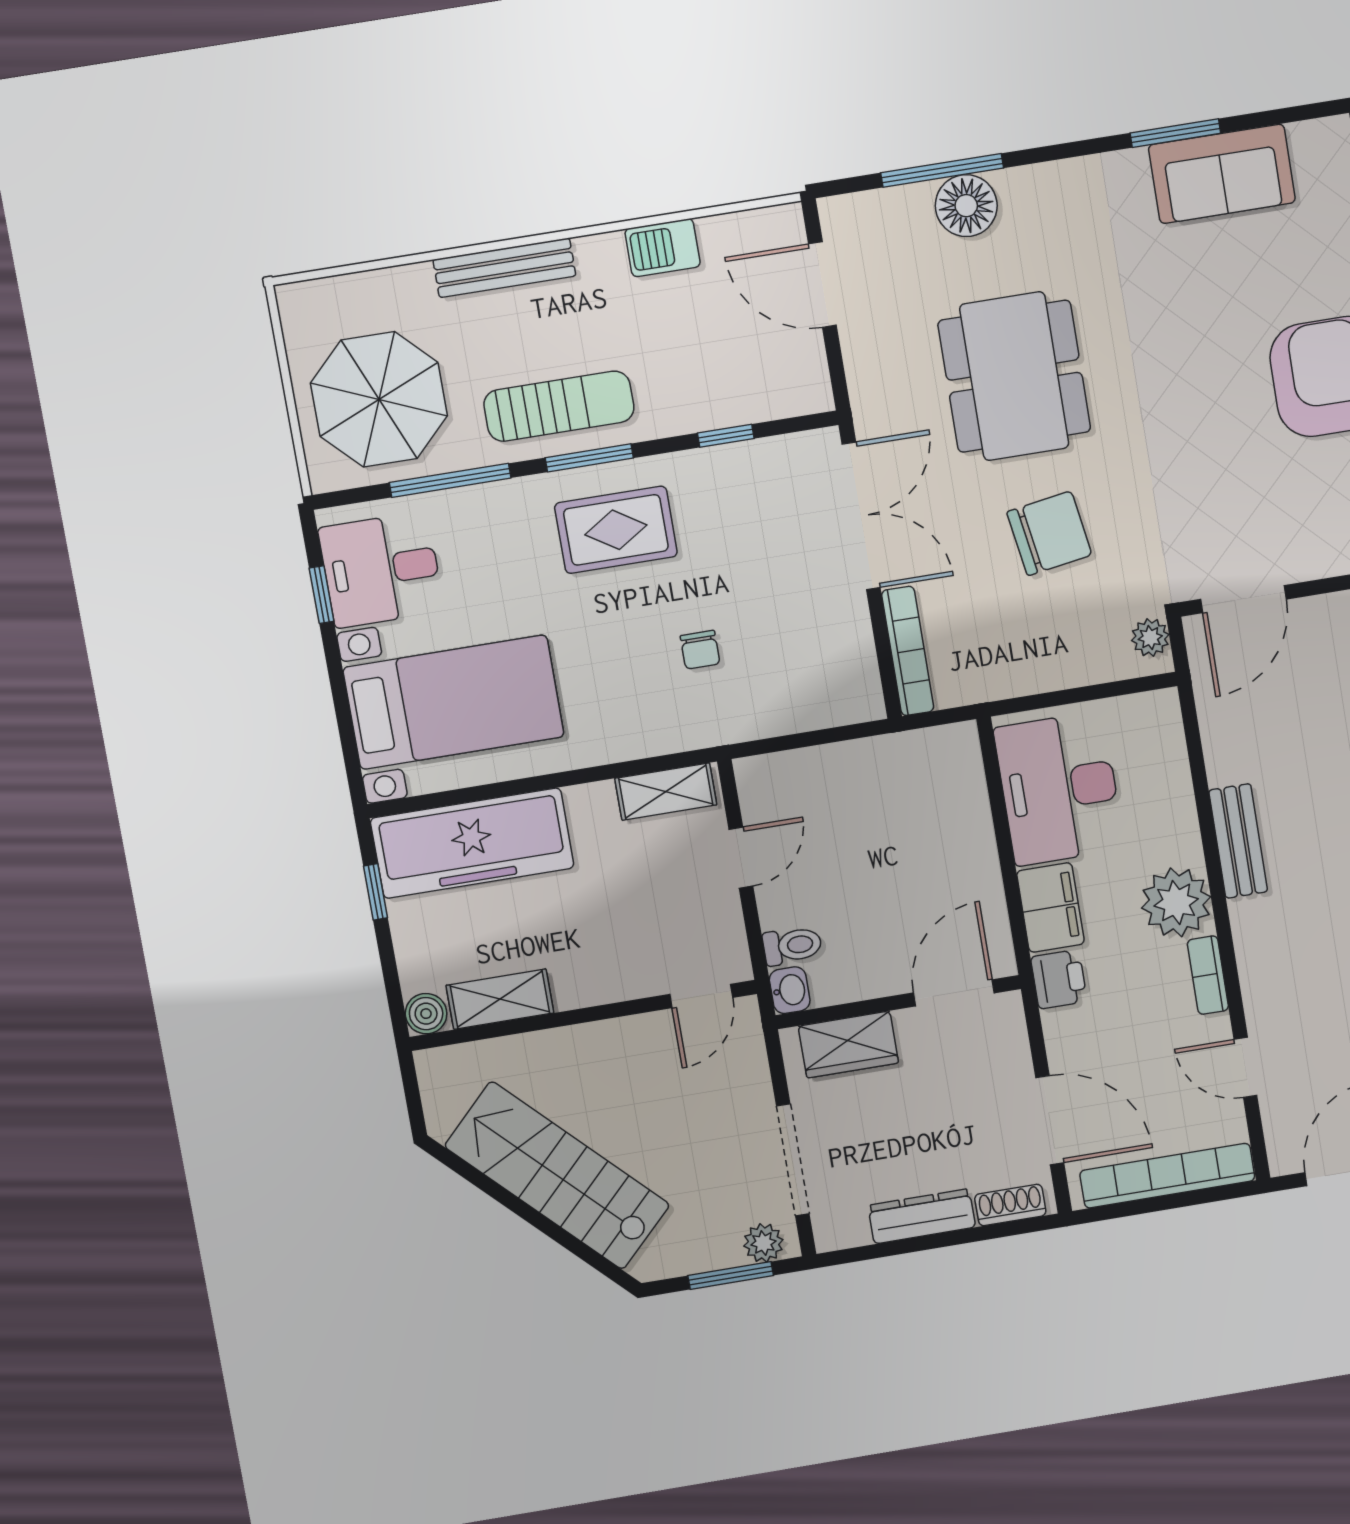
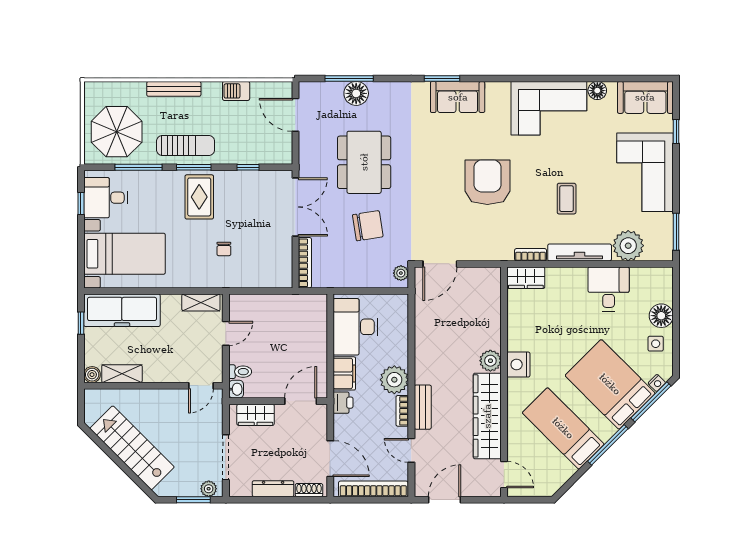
rug: (616, 530) -> (199, 197), turned 90
bench: (1238, 841) -> (423, 407), moved

